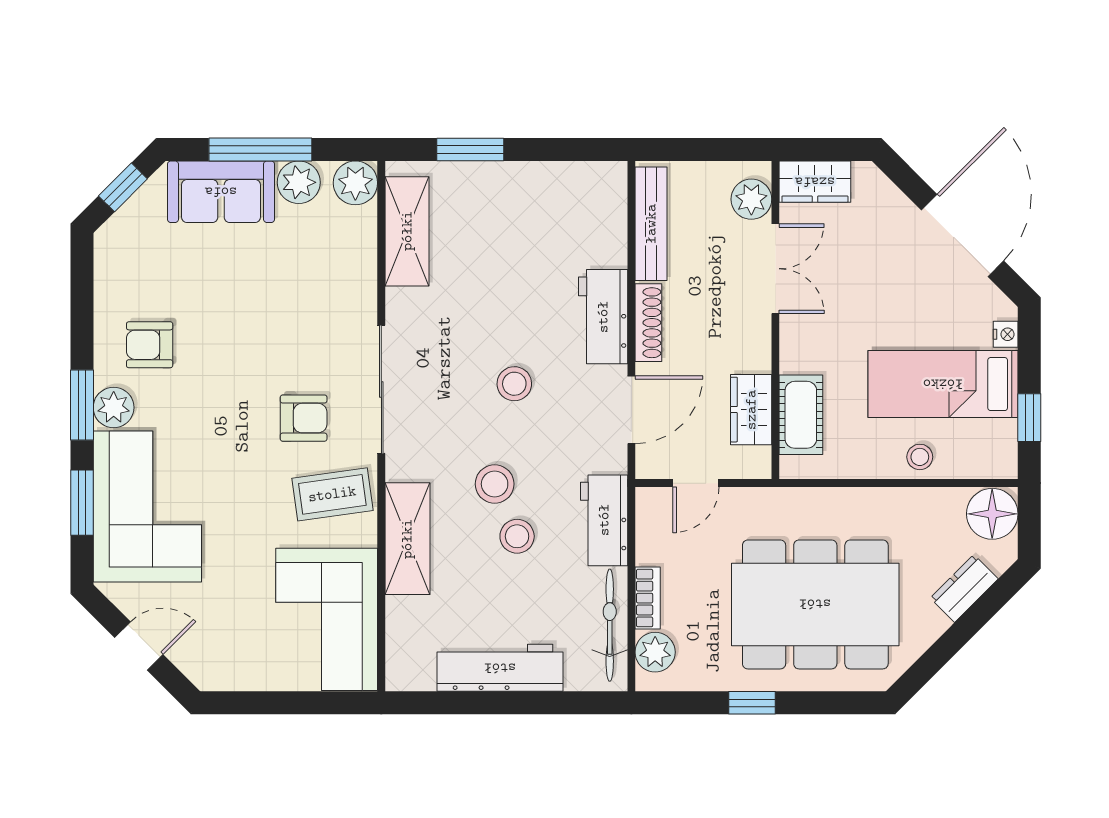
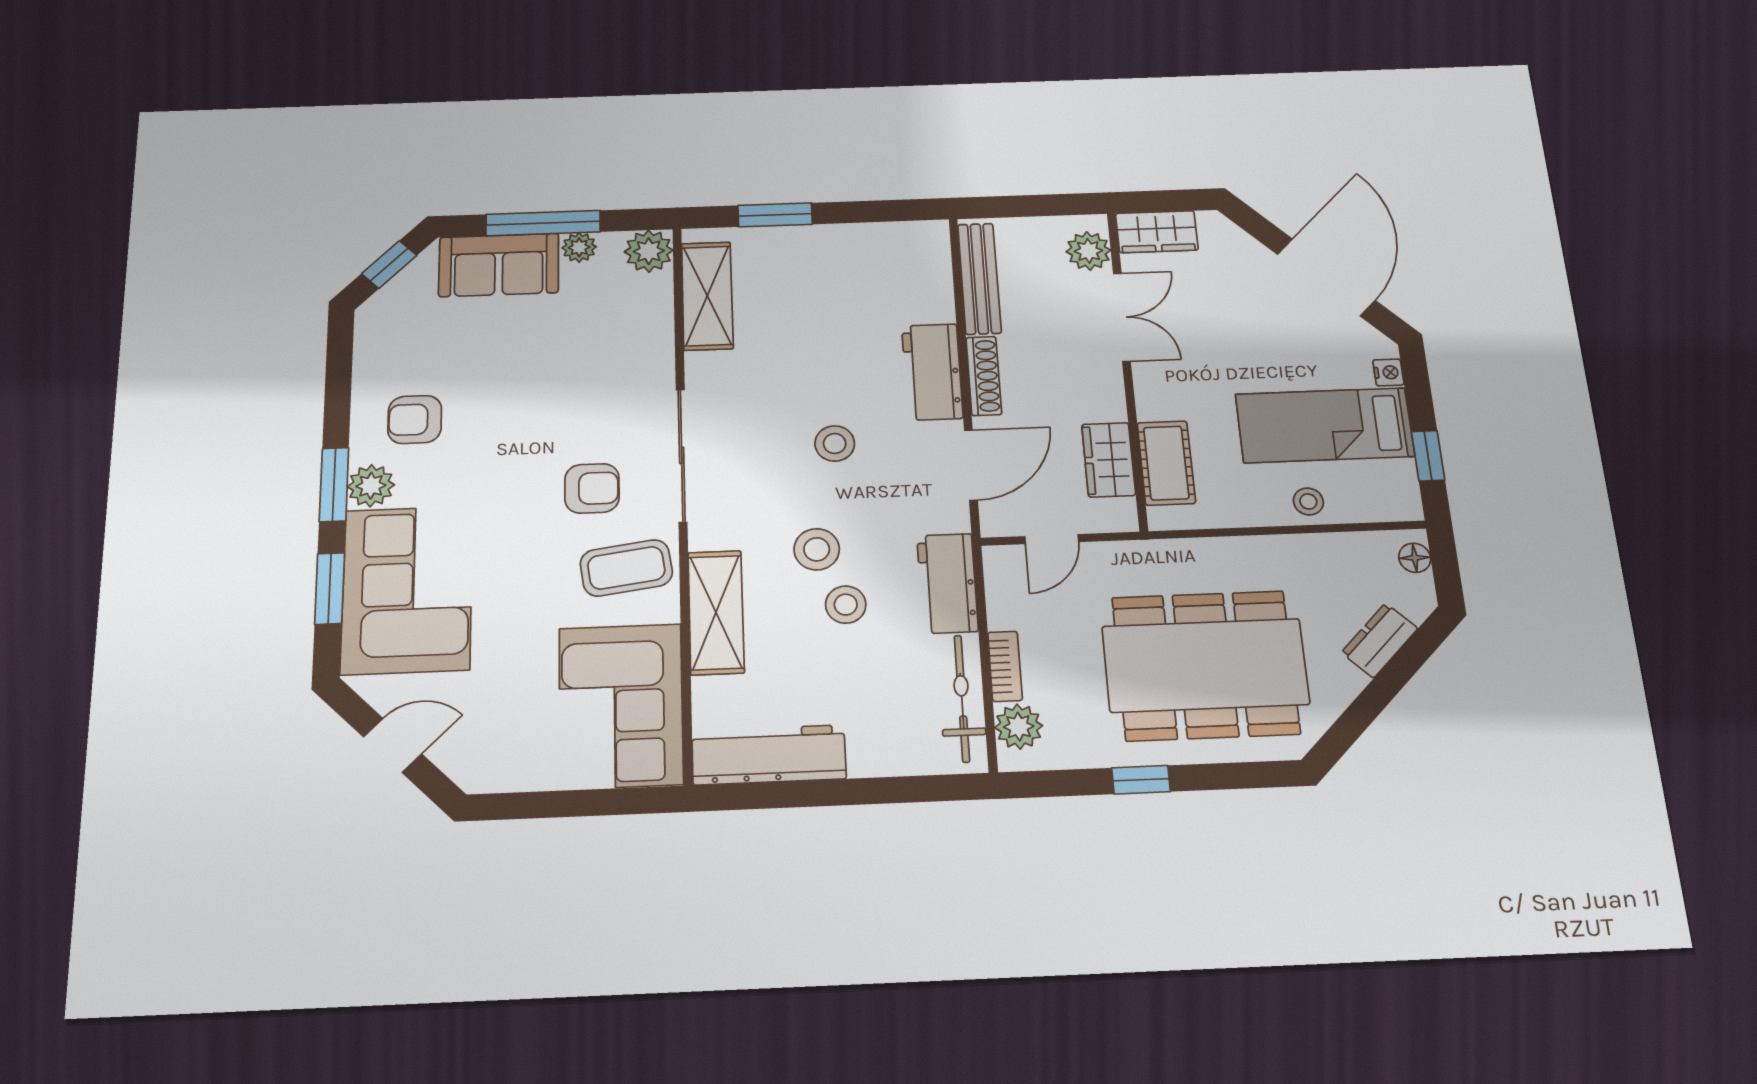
plant: (299, 182) -> (579, 247), width x0.73, depth x0.73
floor lamp: (992, 514) -> (1415, 558), width x0.53, depth x0.53
workbench: (500, 668) -> (769, 755), moved

